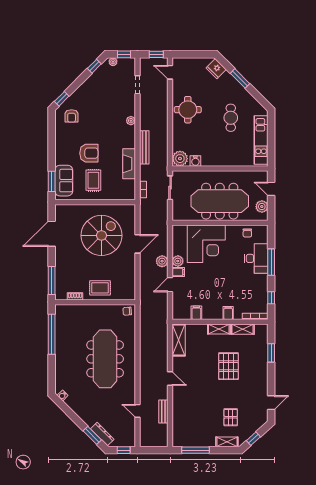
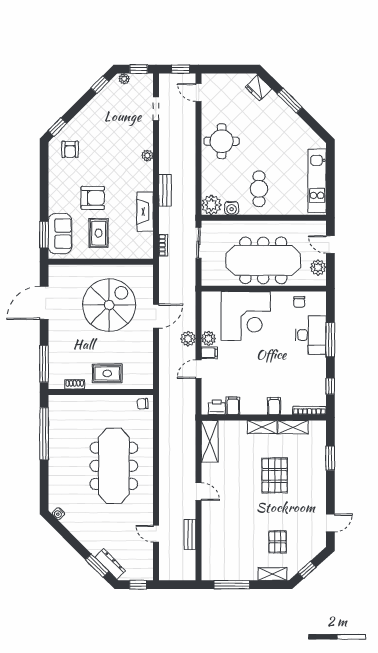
cafe table: (231, 118) -> (259, 189), moved
bench: (144, 147) -> (165, 190), width x0.73
printer: (184, 314) -> (217, 407), added

